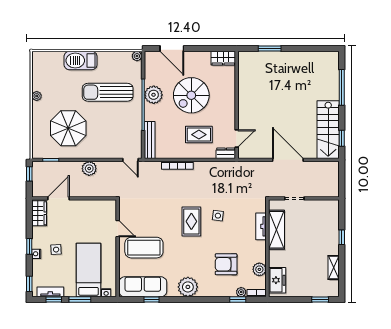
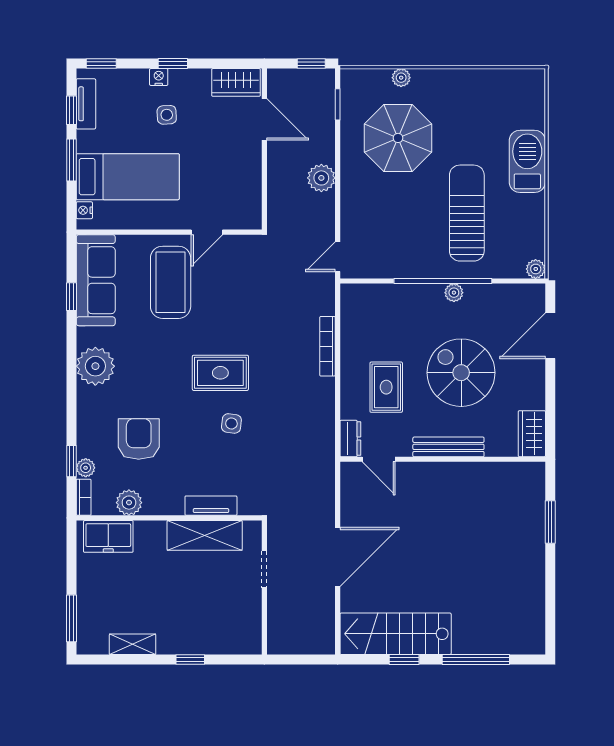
plant: (154, 95) -> (454, 293), width x0.53, depth x0.53
plant: (37, 96) -> (401, 78), moved
window: (342, 138) -> (404, 660), moved
bench: (150, 140) -> (448, 447), moved
window: (320, 300) -> (71, 618), width x1.50

